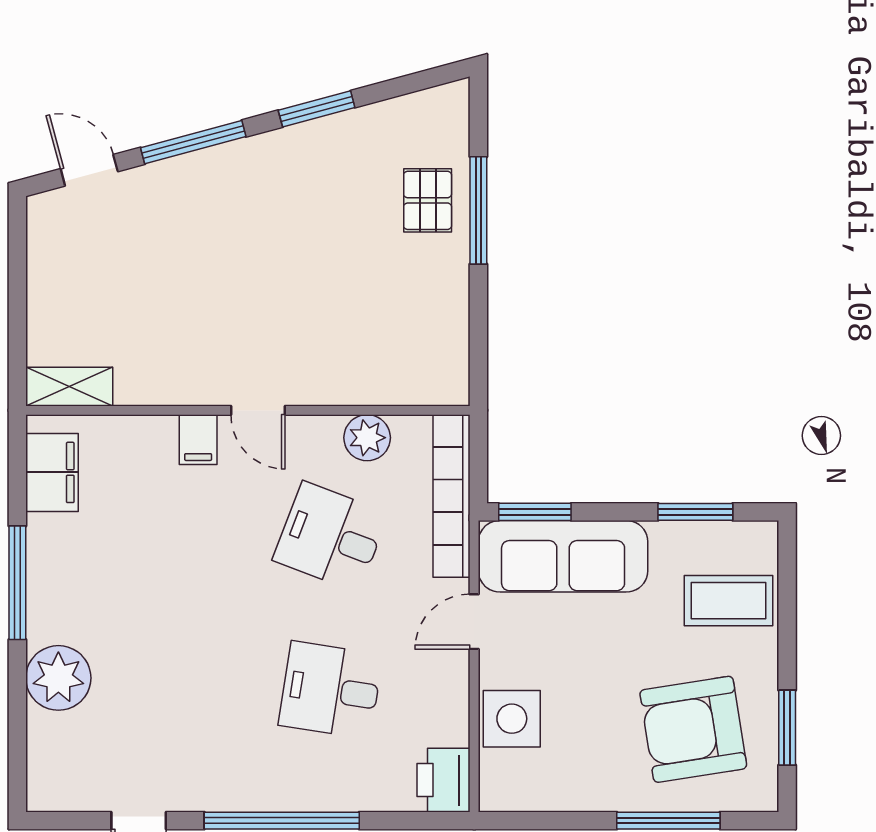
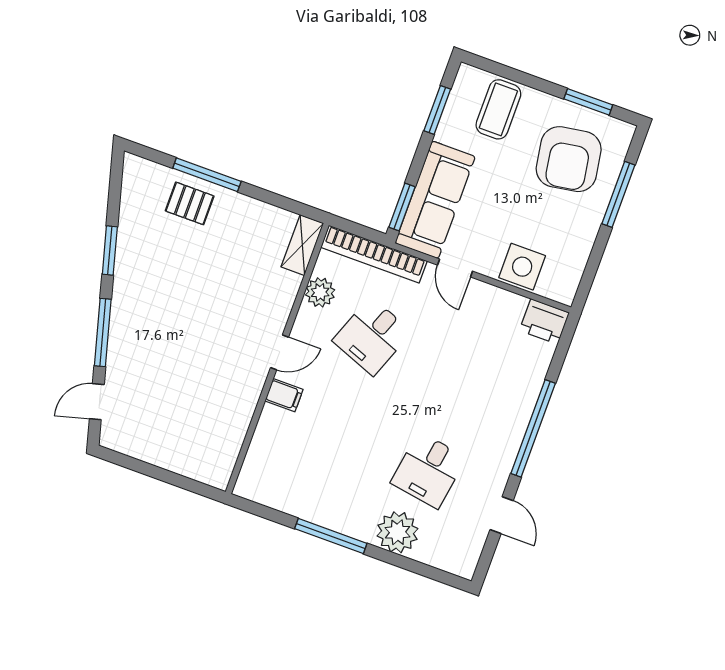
shelving: (69, 387) -> (302, 245), moved
filing cabinet: (52, 472) -> (272, 491), removed
desk: (331, 690) -> (428, 470), moved

